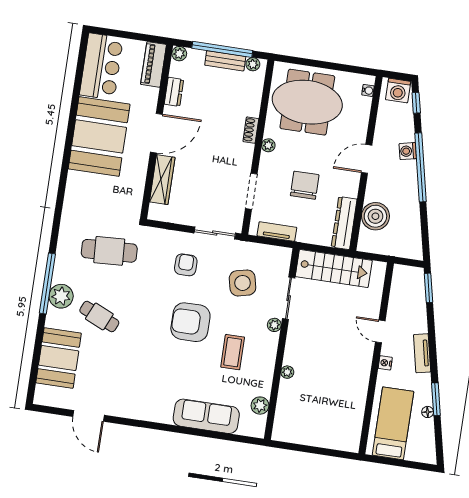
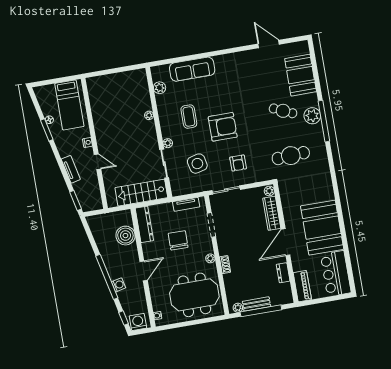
plant: (179, 54) -> (269, 191), moved
chair: (305, 185) -> (178, 240), turned 180
tv unit: (422, 353) -> (71, 169), moved

